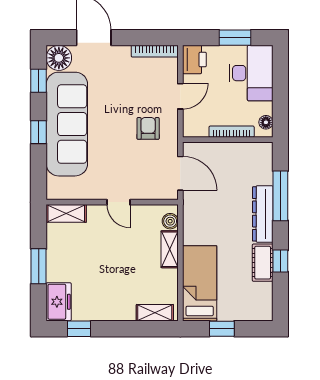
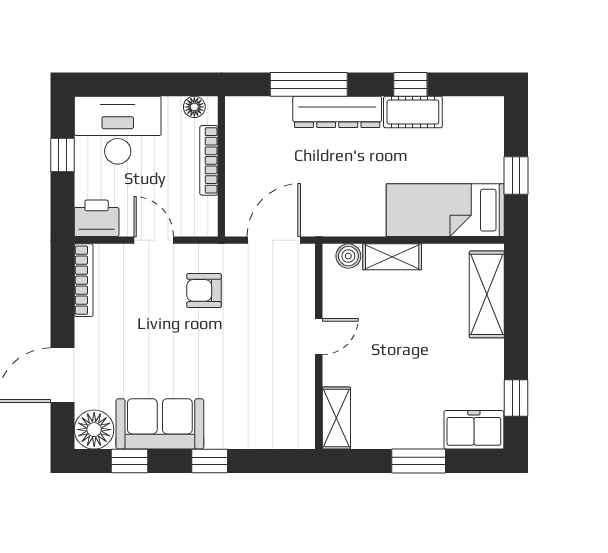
window: (235, 38) -> (63, 155), width x0.67
sofa: (67, 124) -> (160, 424), width x0.54, depth x0.79
shelving: (155, 313) -> (487, 294), width x1.50, depth x1.33

